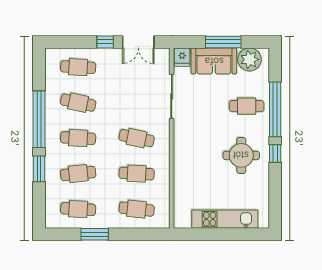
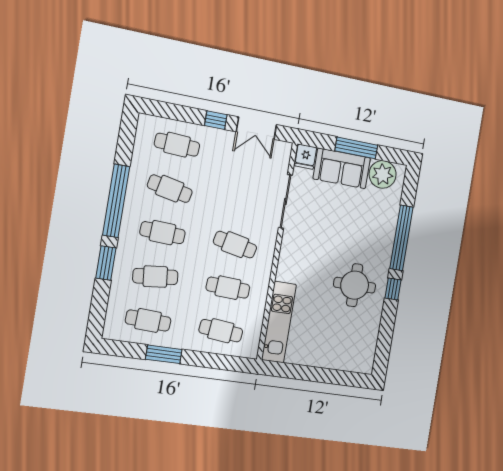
cafe table: (247, 106) -> (370, 228), removed
kitchen unit: (225, 219) -> (279, 322), moved, turned 90

